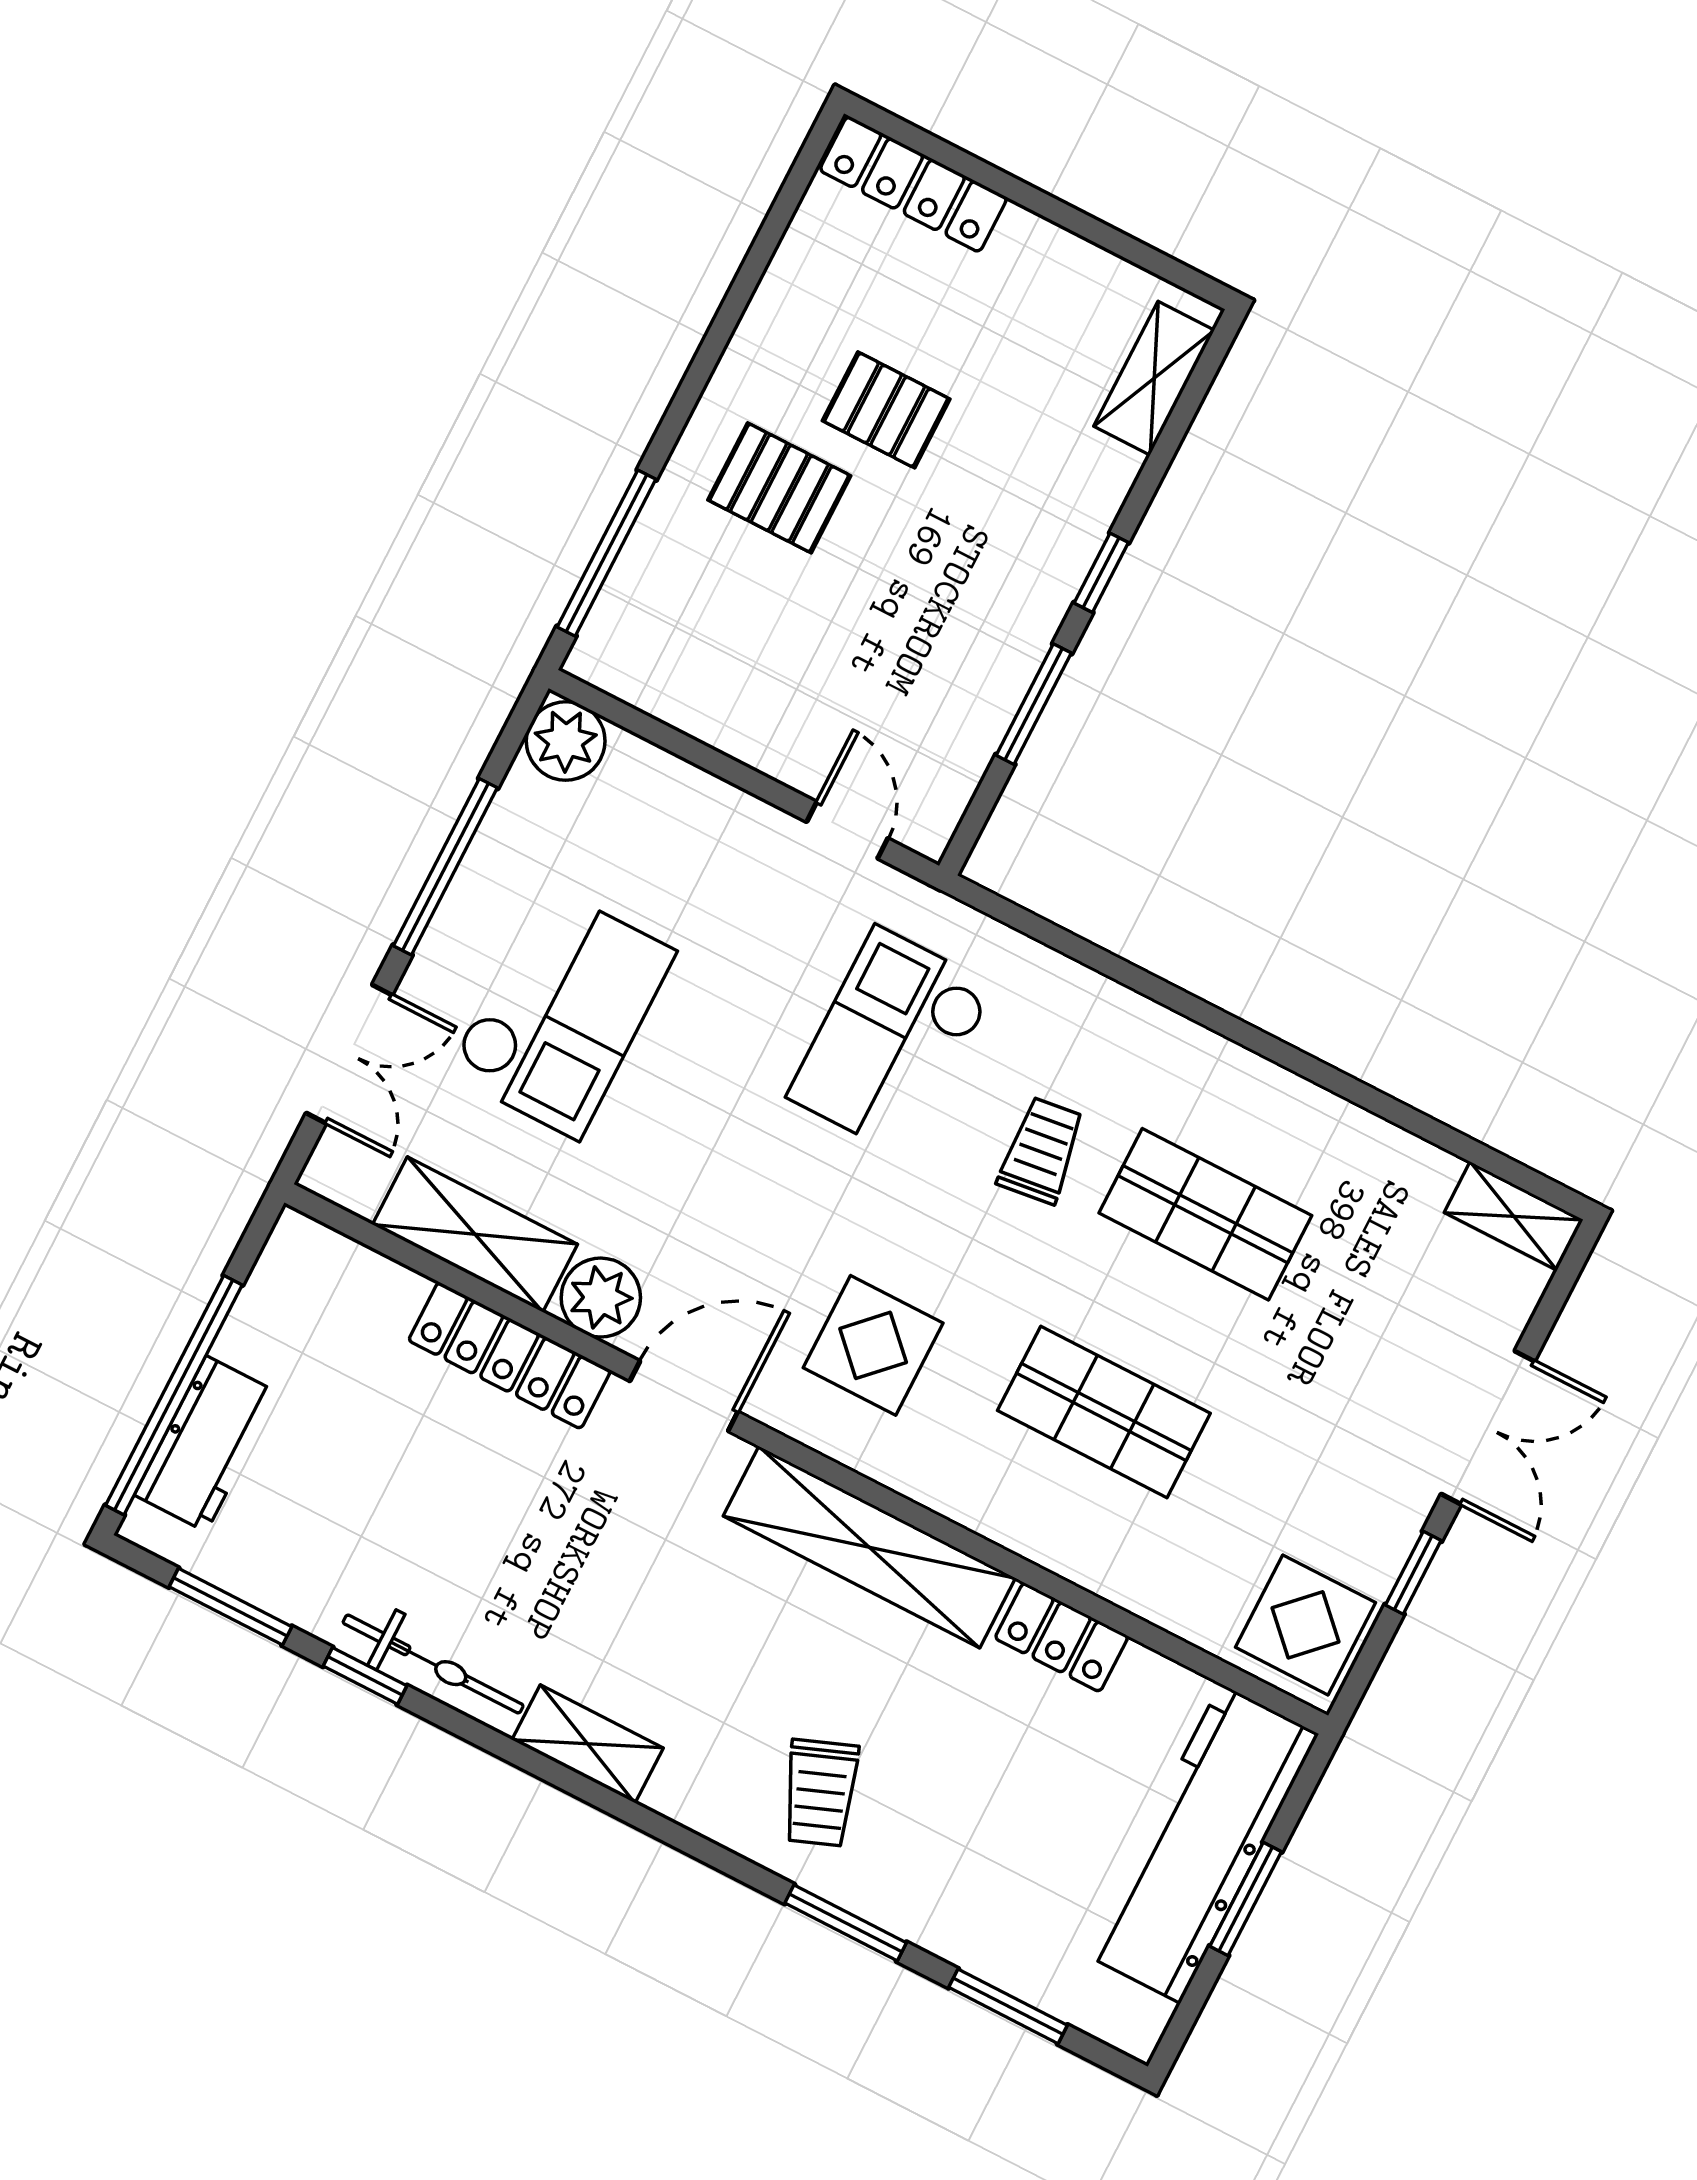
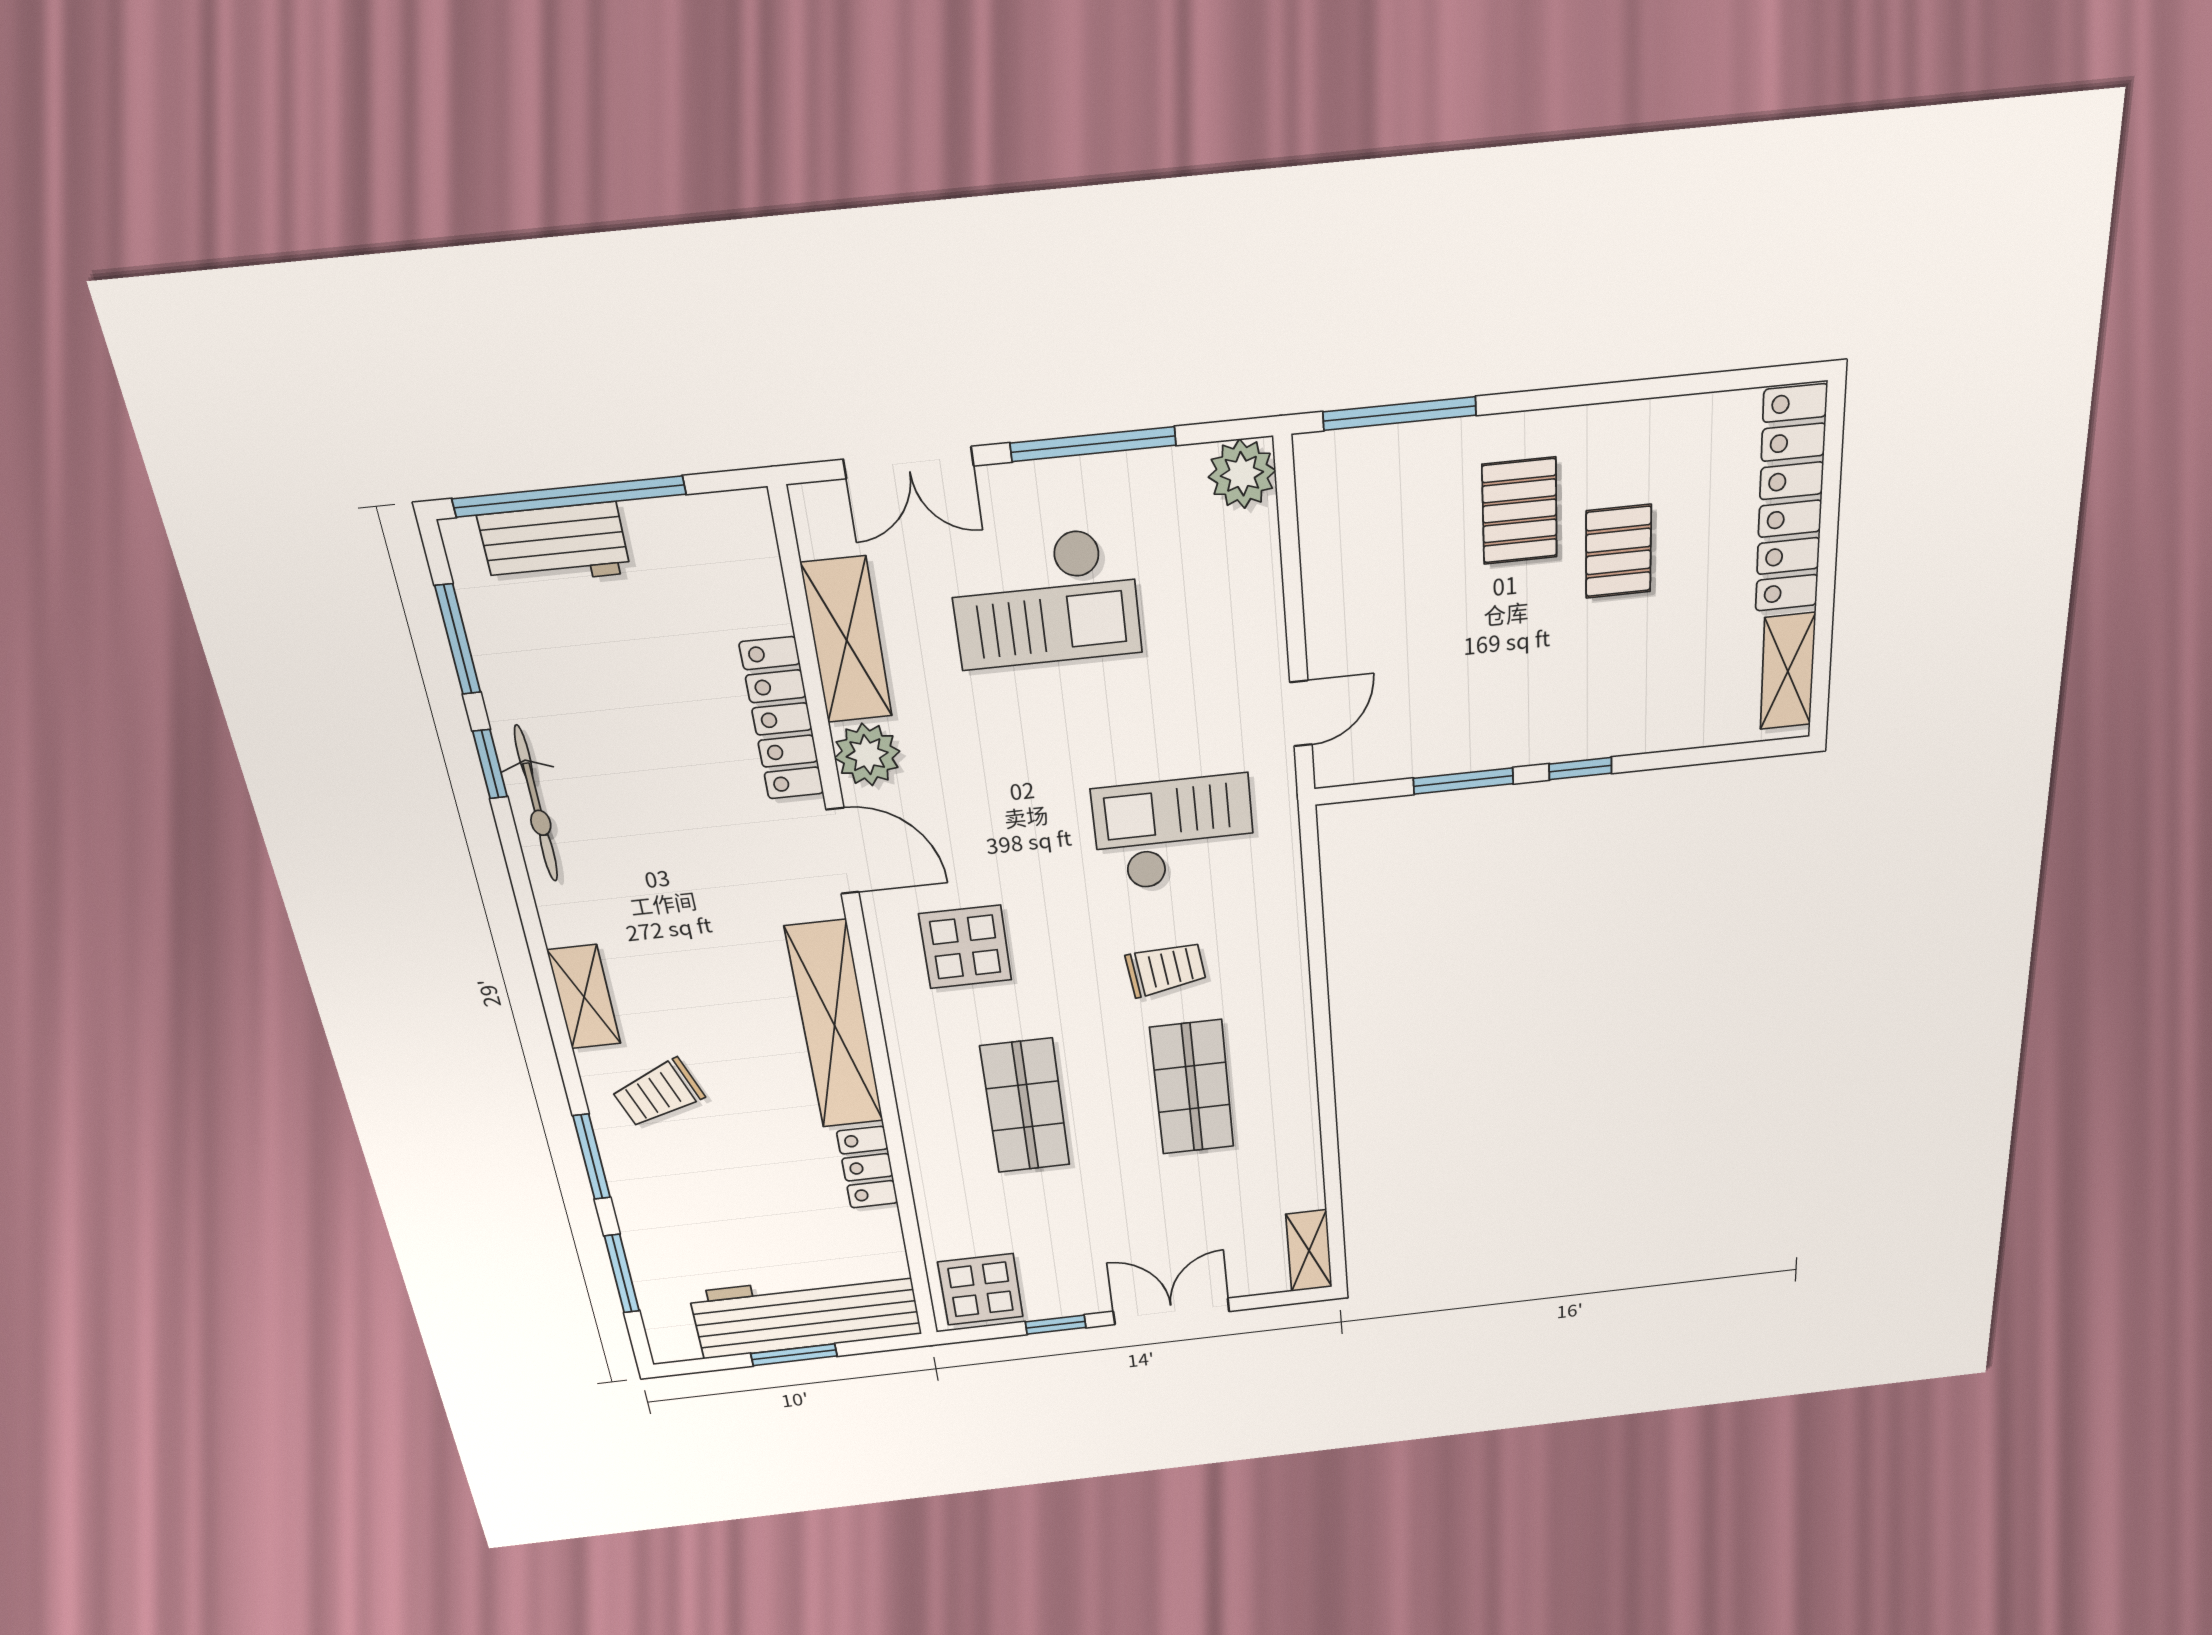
locker: (913, 184) -> (1791, 500), width x1.41, depth x1.21
shelving: (1154, 378) -> (1788, 671), moved, turned 90
double door: (1488, 1428) -> (1171, 1311), swing flipped
shelving: (588, 1744) -> (584, 997), moved

